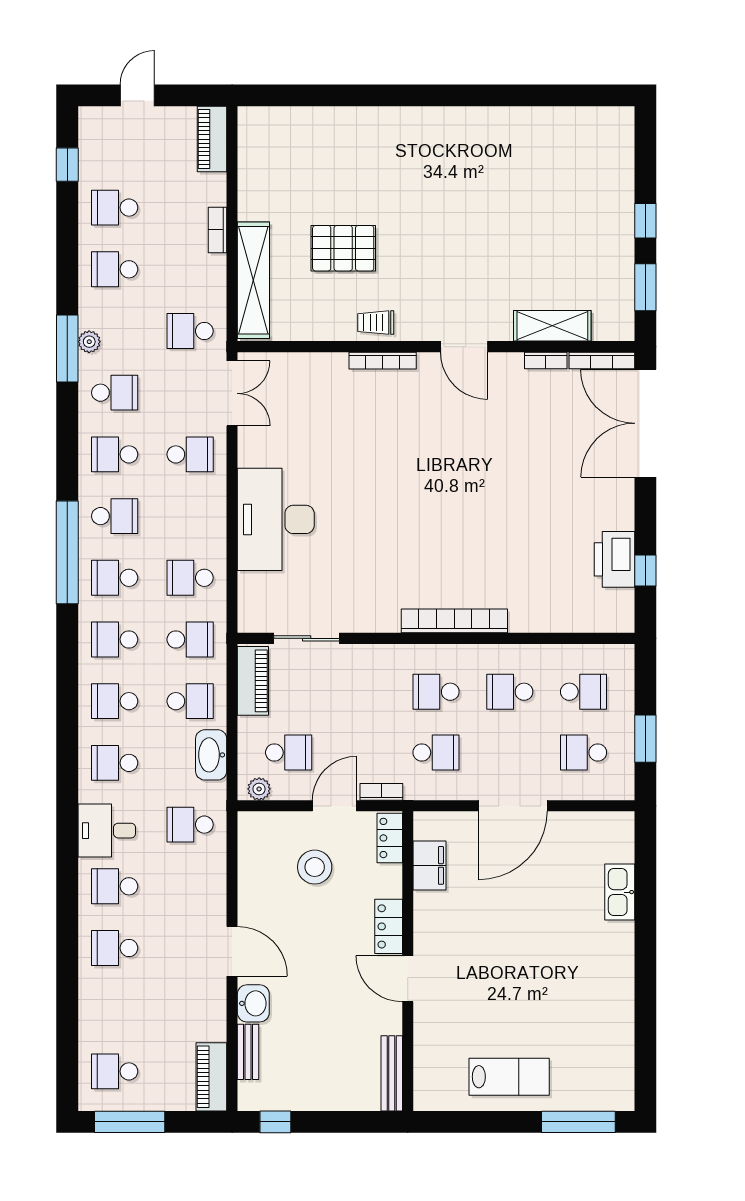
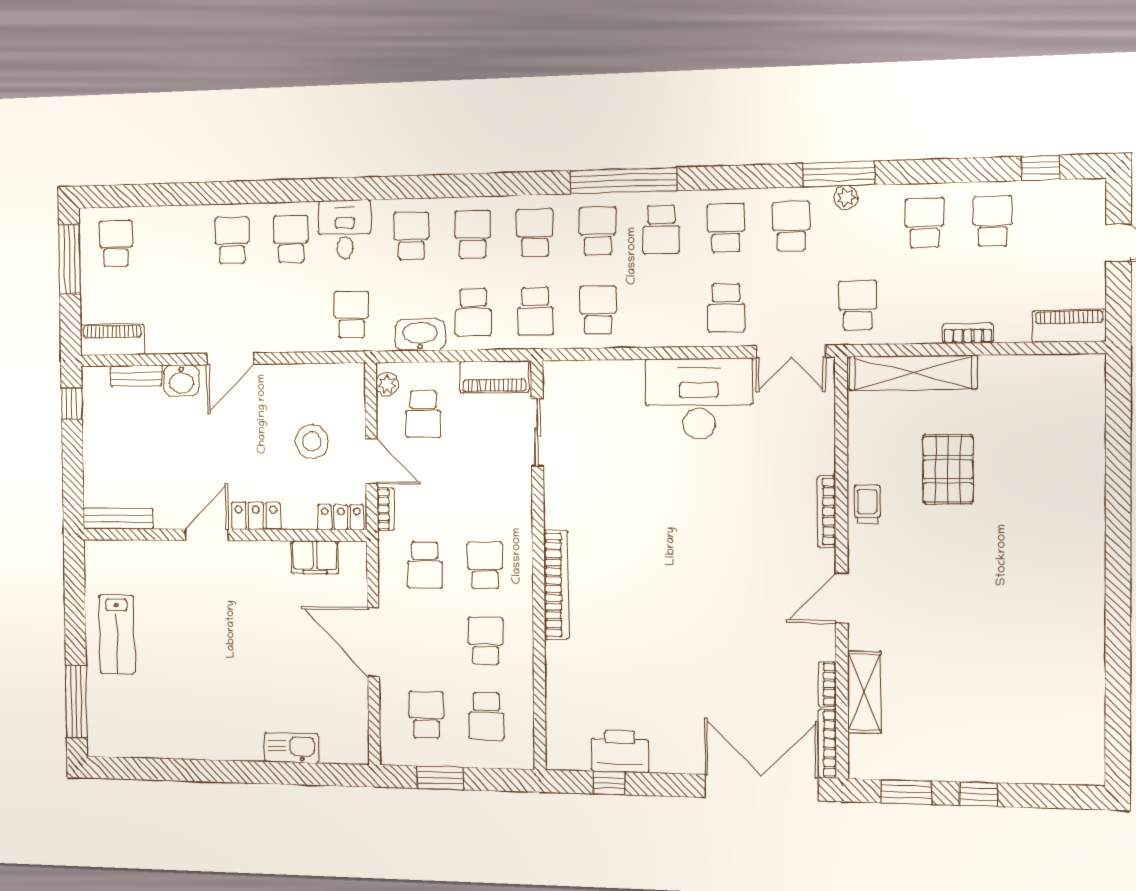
school desk: (115, 393) -> (791, 226), turned 180
desk: (276, 519) -> (699, 399), moved

